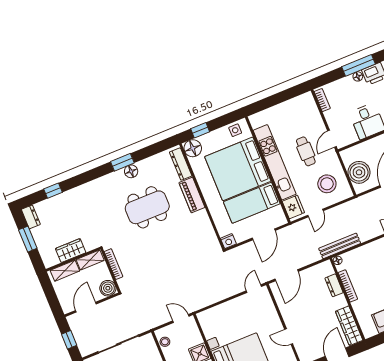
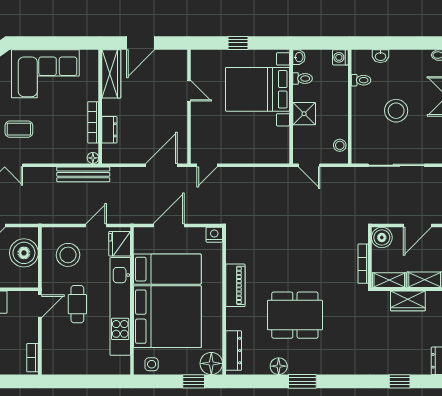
floor lamp: (131, 171) -> (279, 366), moved
piano: (192, 195) -> (235, 285), moved

